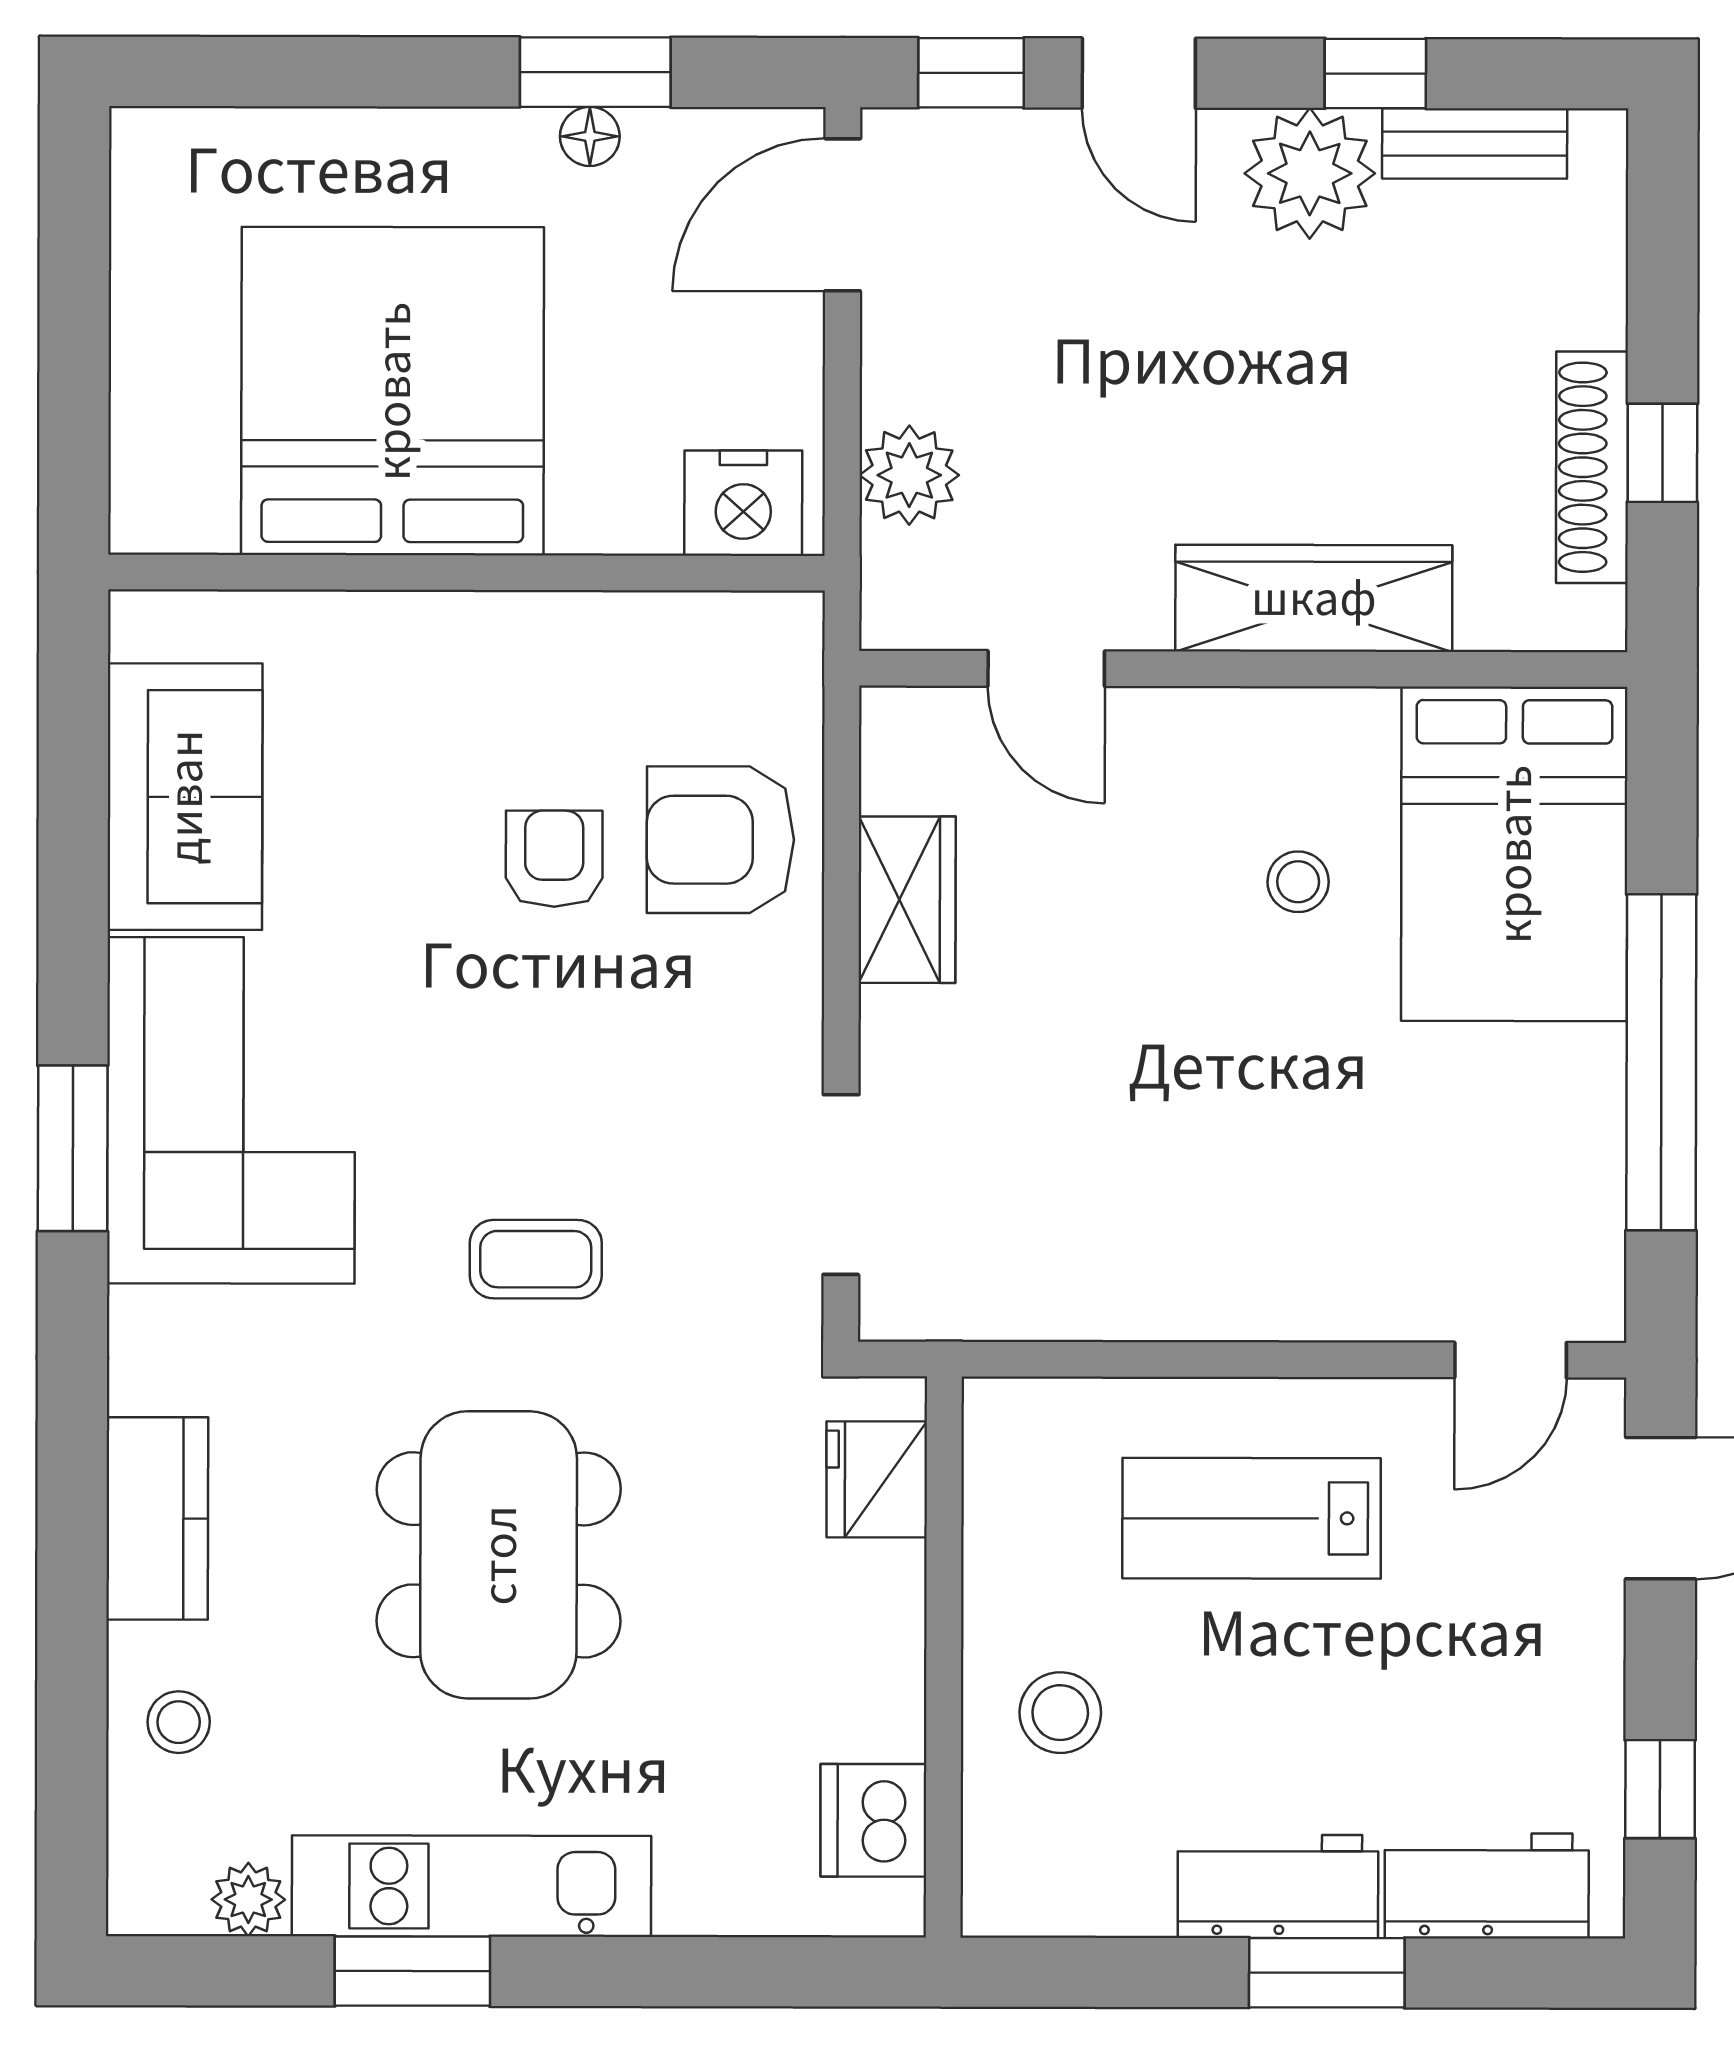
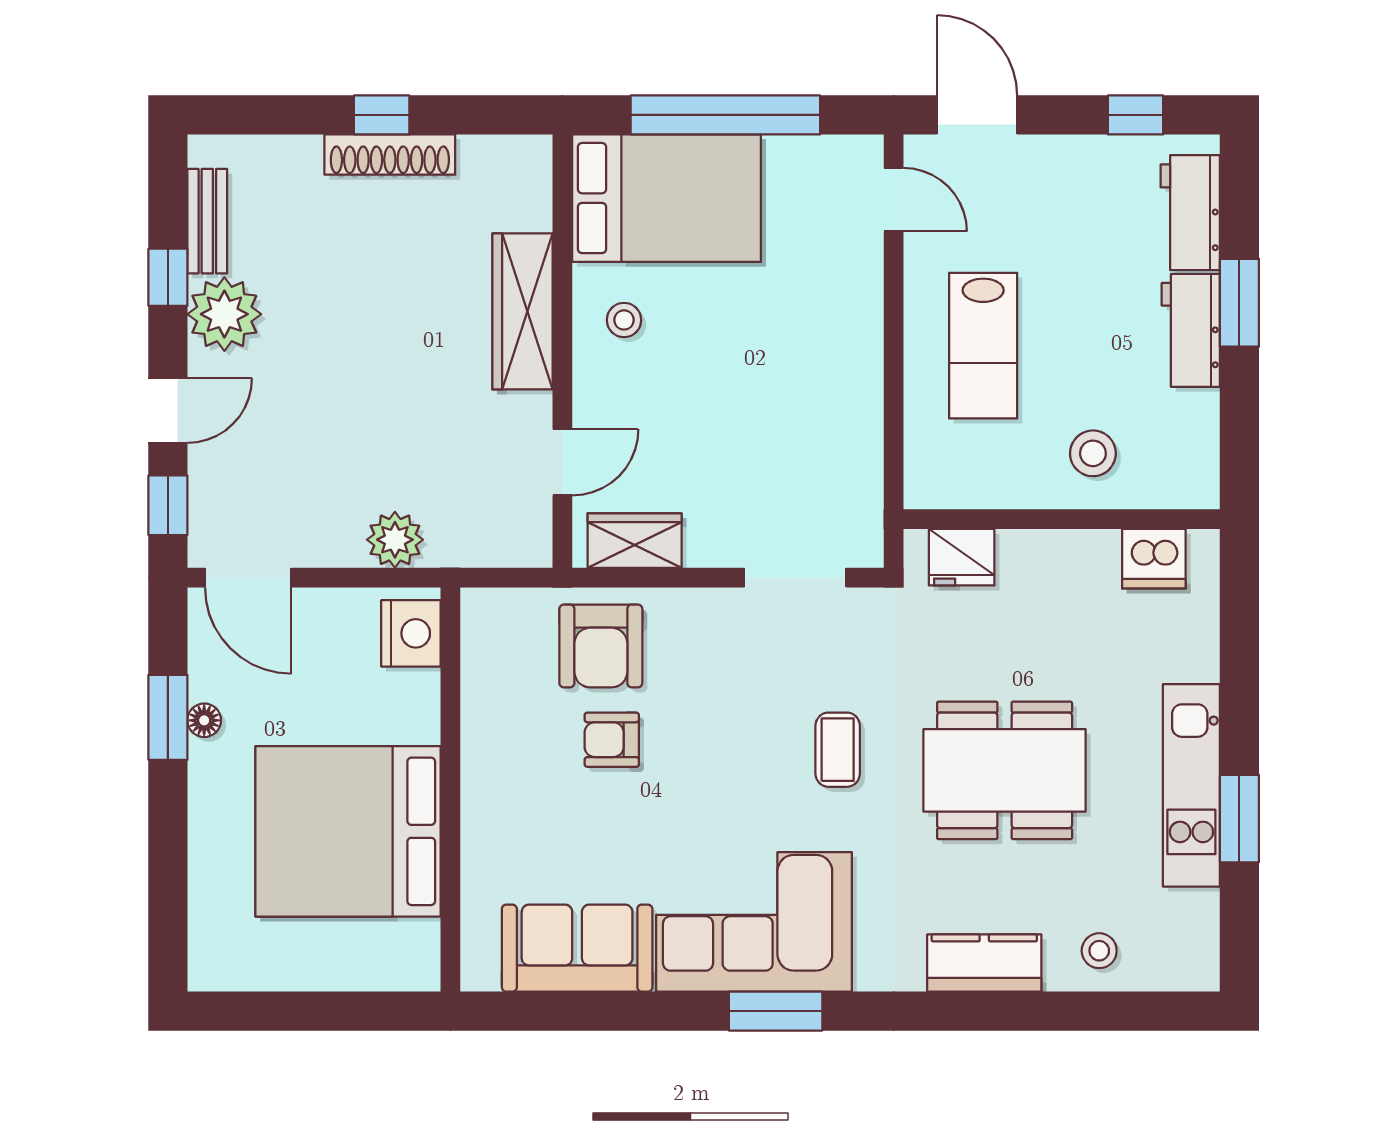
wardrobe: (1314, 598) -> (523, 311), moved
door: (1046, 669) -> (562, 462), moved
wall: (1243, 669) -> (562, 351), moved
bed: (1514, 854) -> (667, 198), moved
plant: (248, 1899) -> (1199, 911), removed

